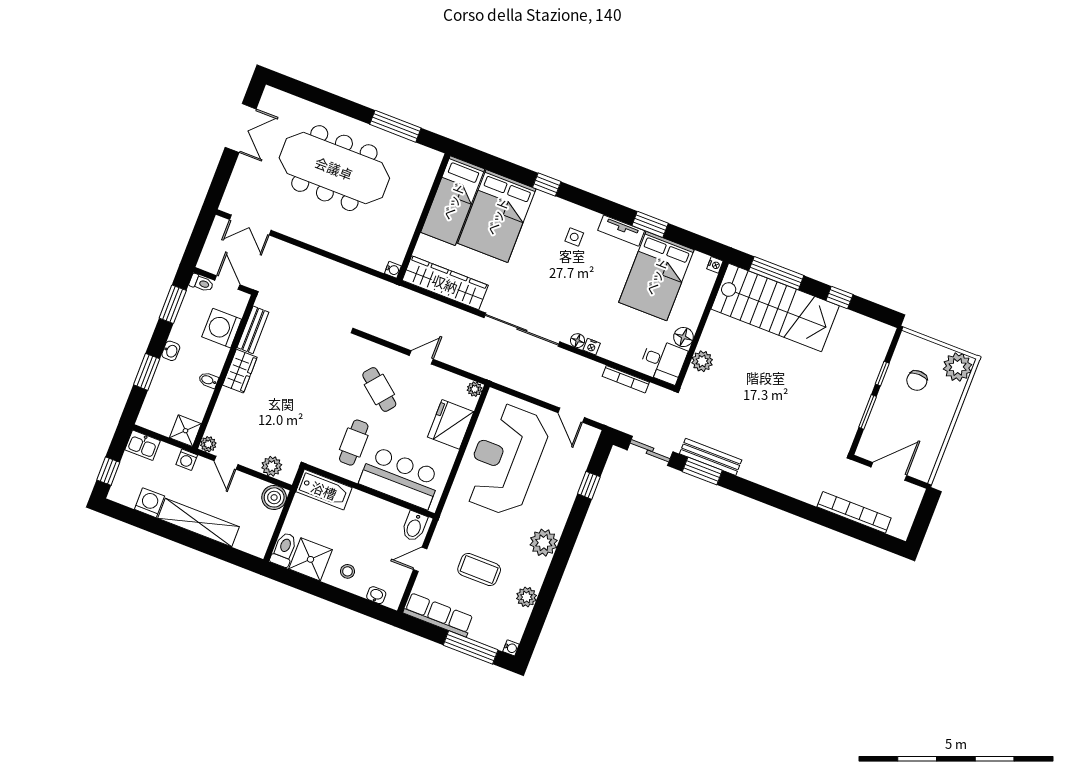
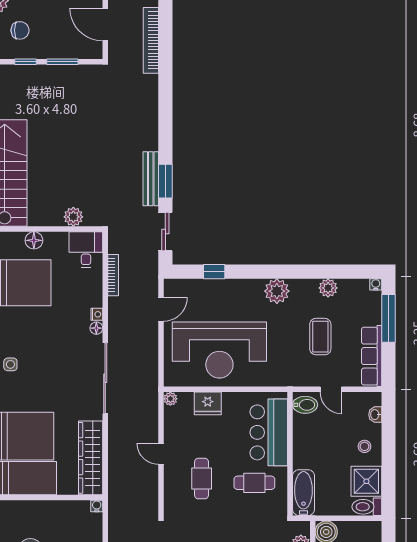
floor lamp: (683, 337) -> (34, 240), moved
cafe table: (379, 389) -> (202, 479), turned -39
fridge: (451, 424) -> (208, 403), width x0.73, depth x0.75

